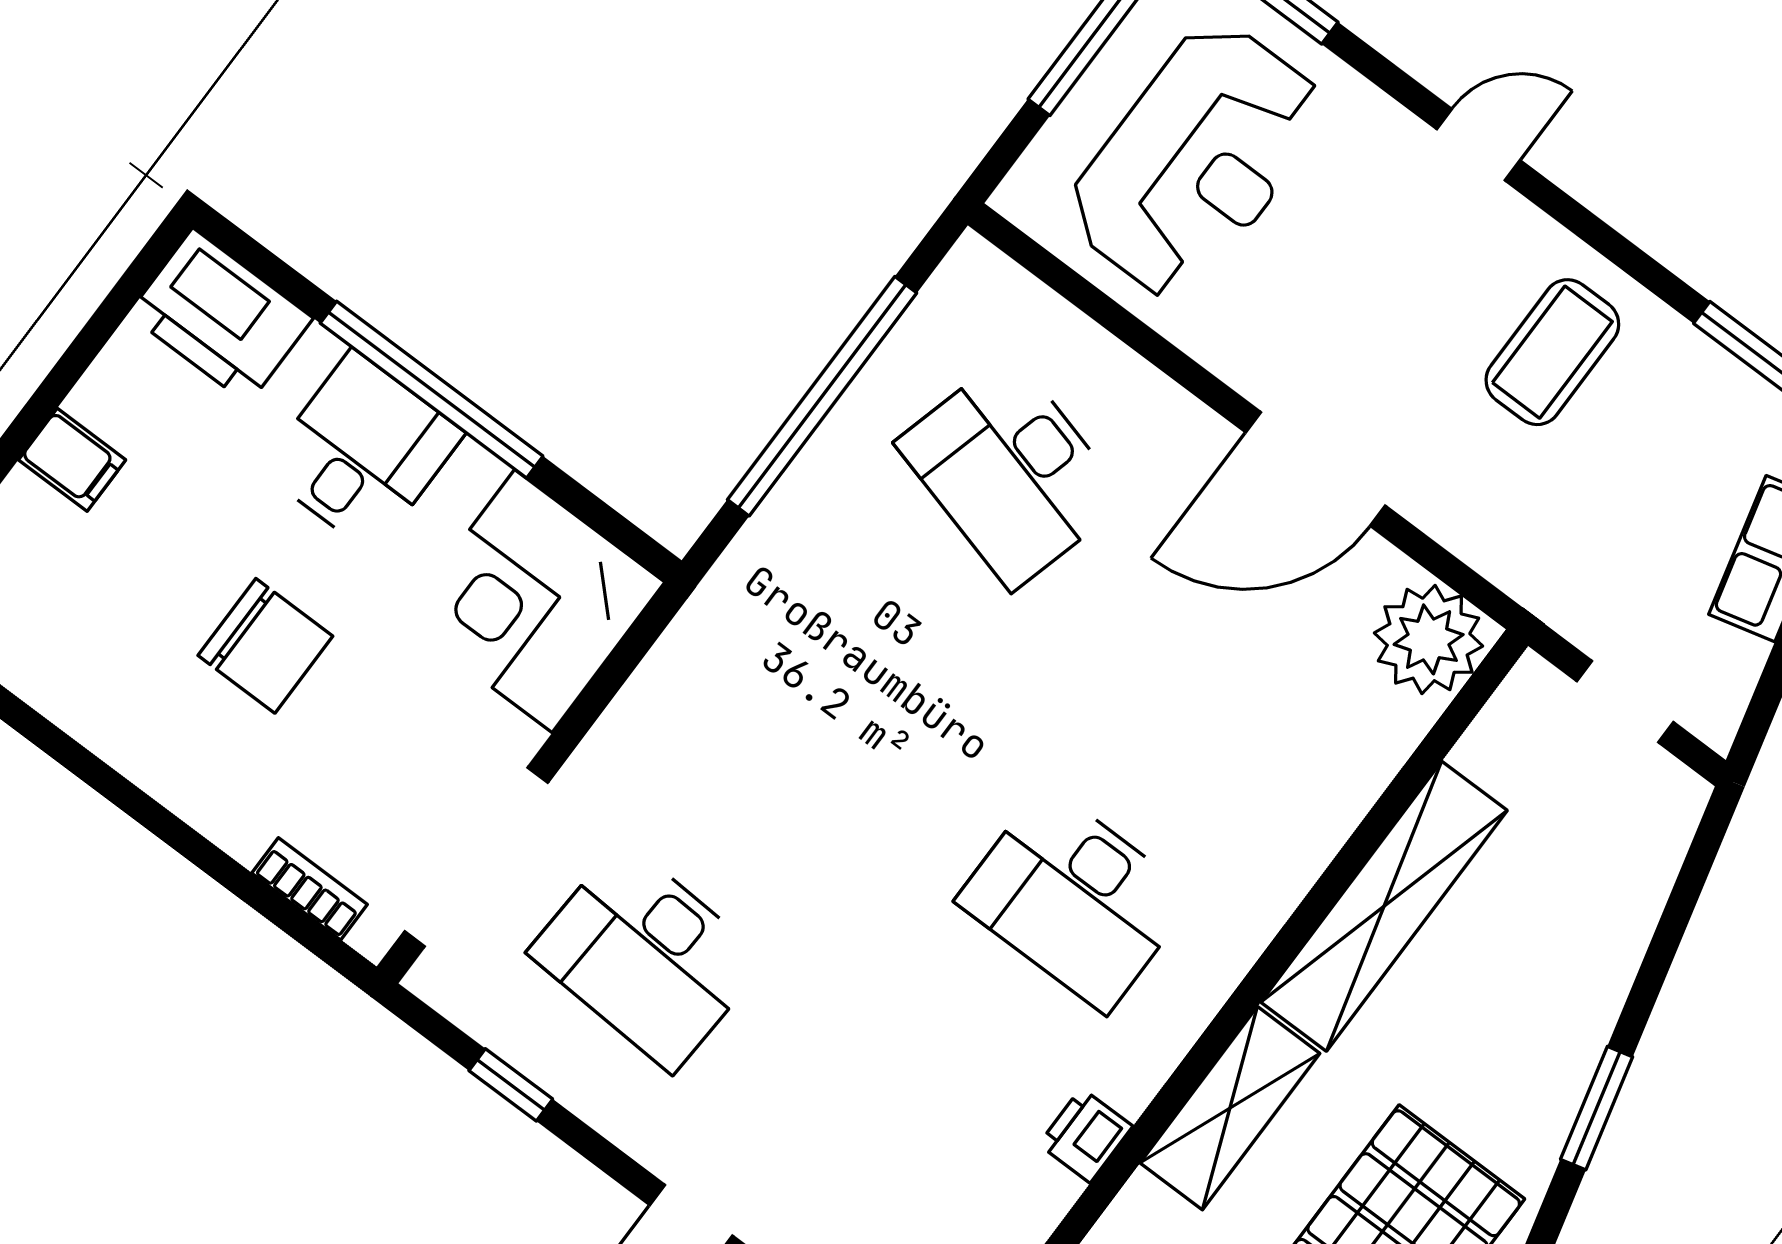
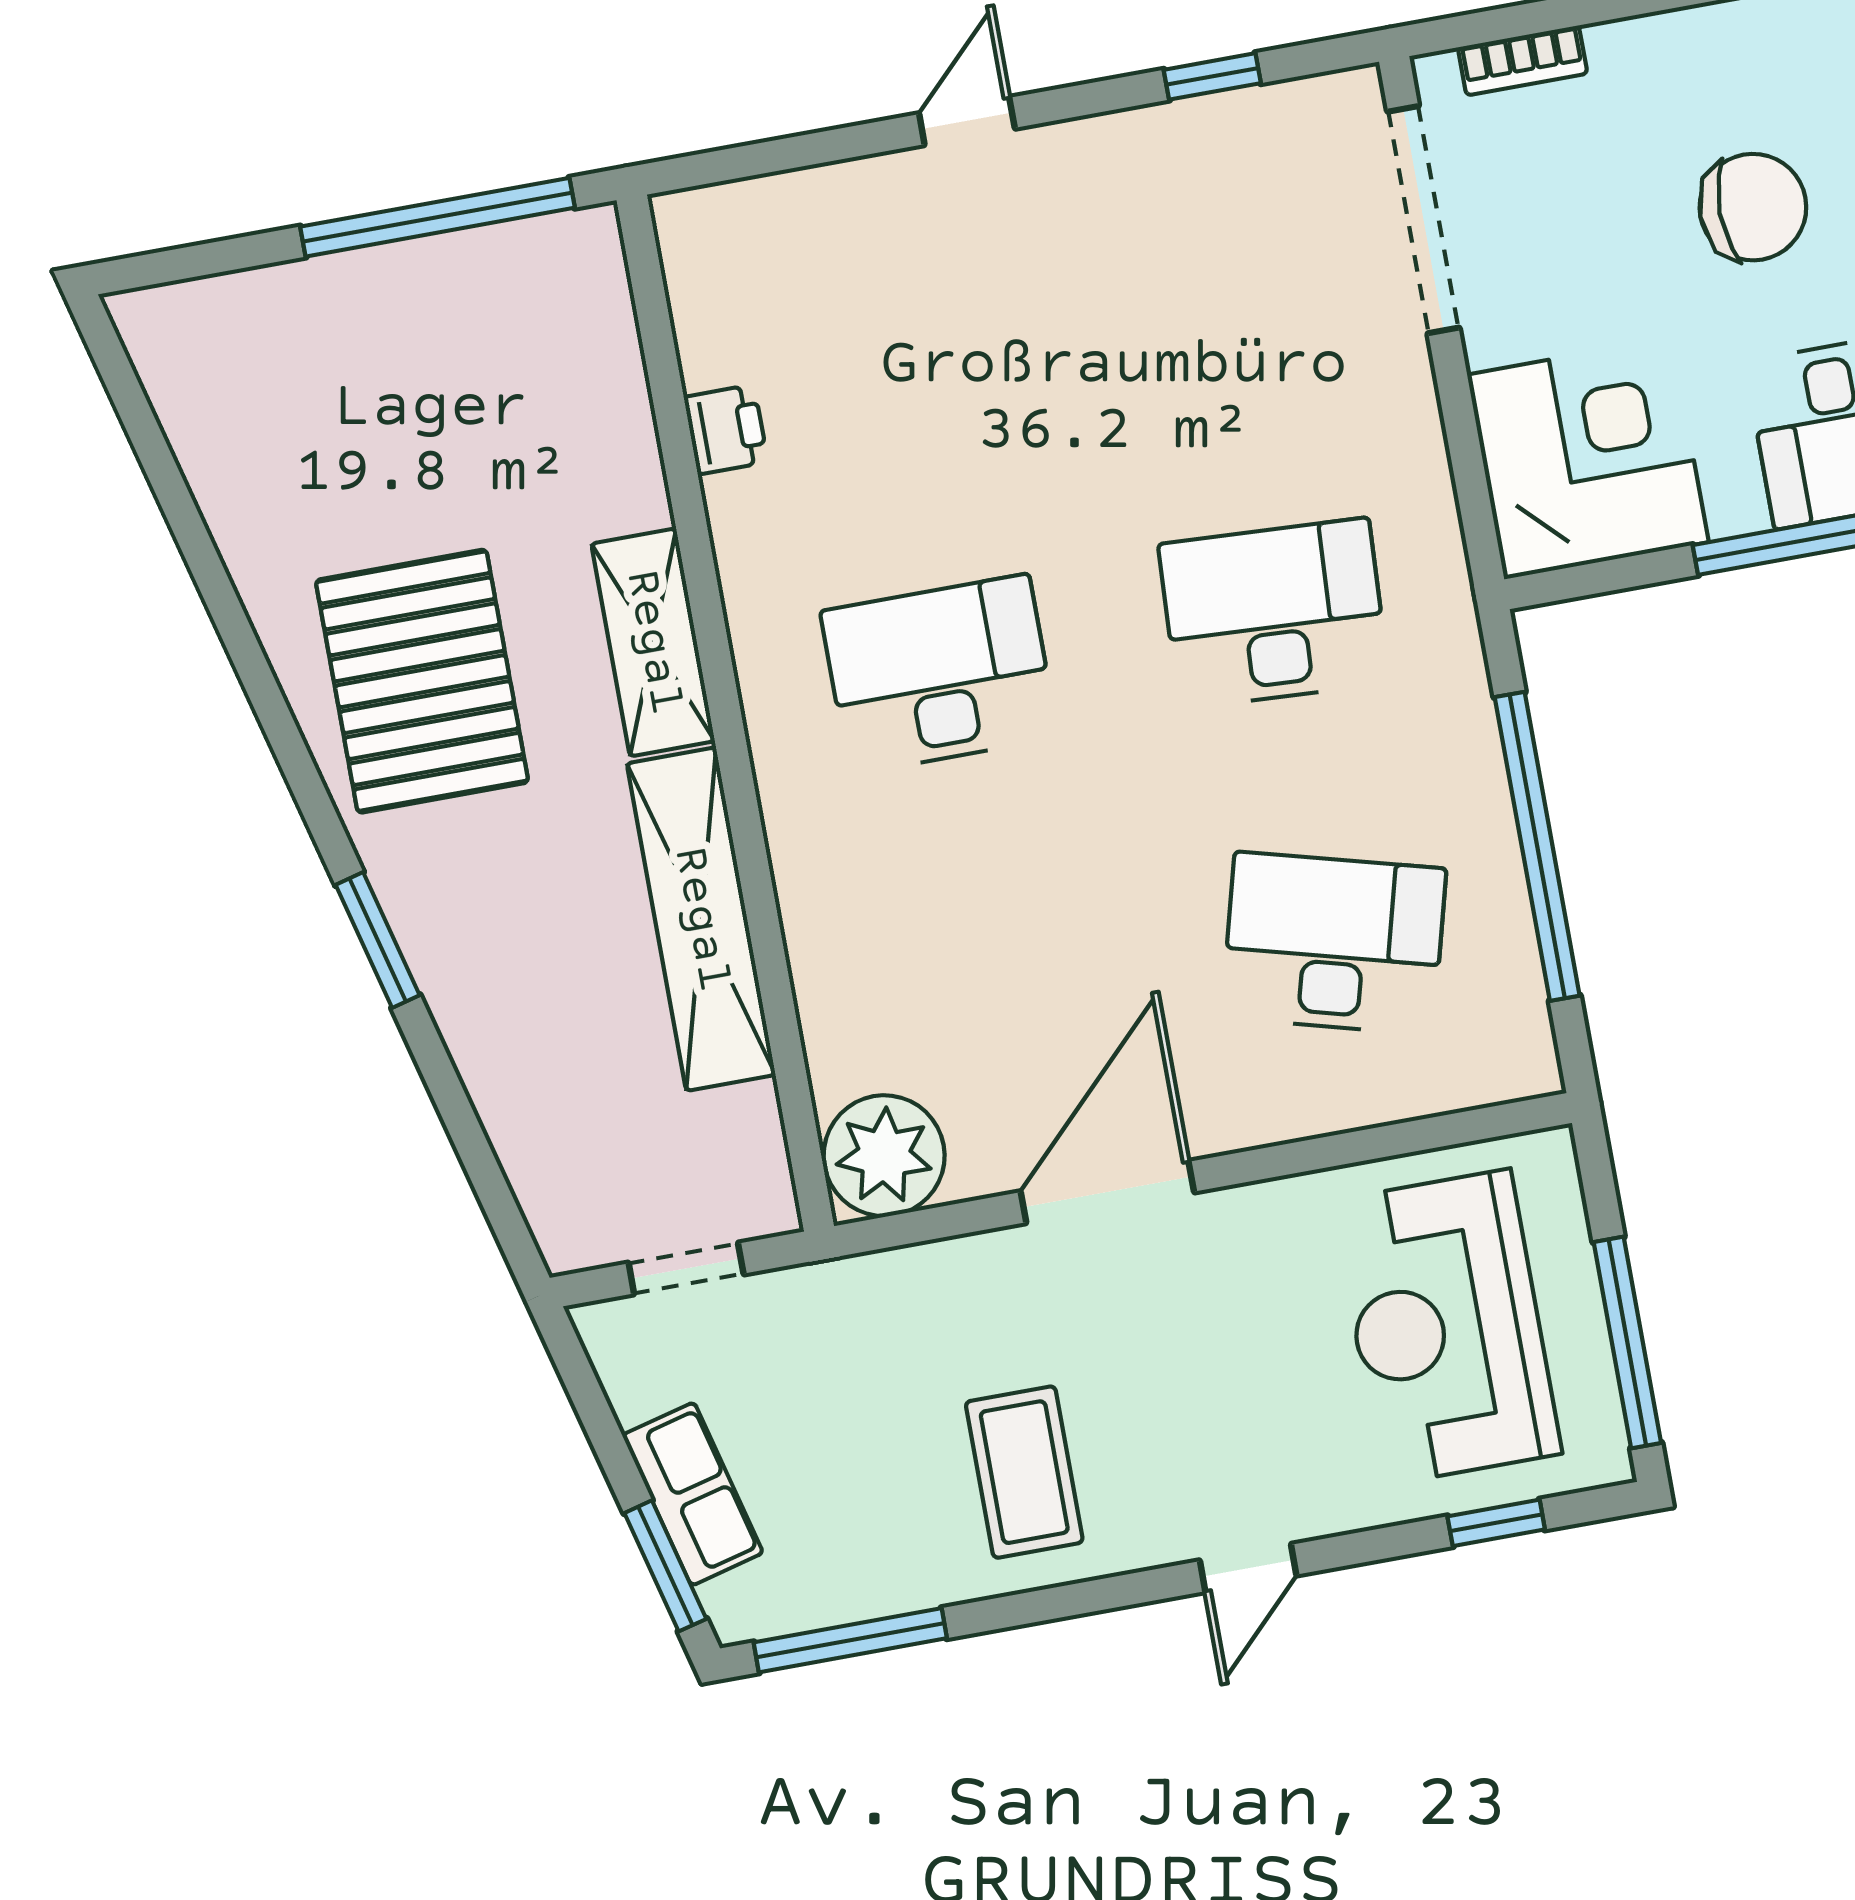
chair: (265, 646) -> (1753, 207), turned 180
desk: (647, 956) -> (1274, 613), moved
printer: (1086, 1135) -> (726, 429), moved

